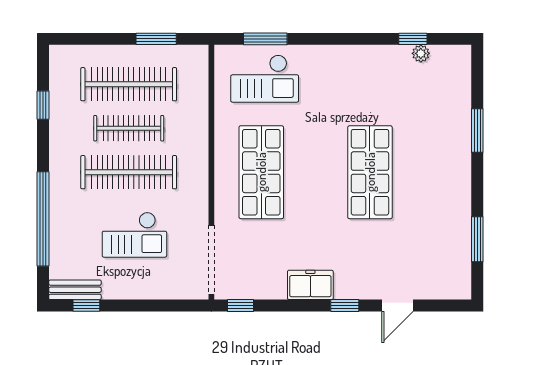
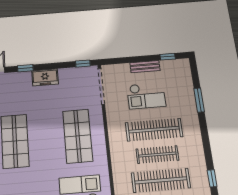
window: (43, 105) -> (212, 178), moved
window: (43, 219) -> (199, 100), width x0.47
checkout: (134, 235) -> (146, 96), turned 180
bench: (75, 290) -> (145, 67), moved

